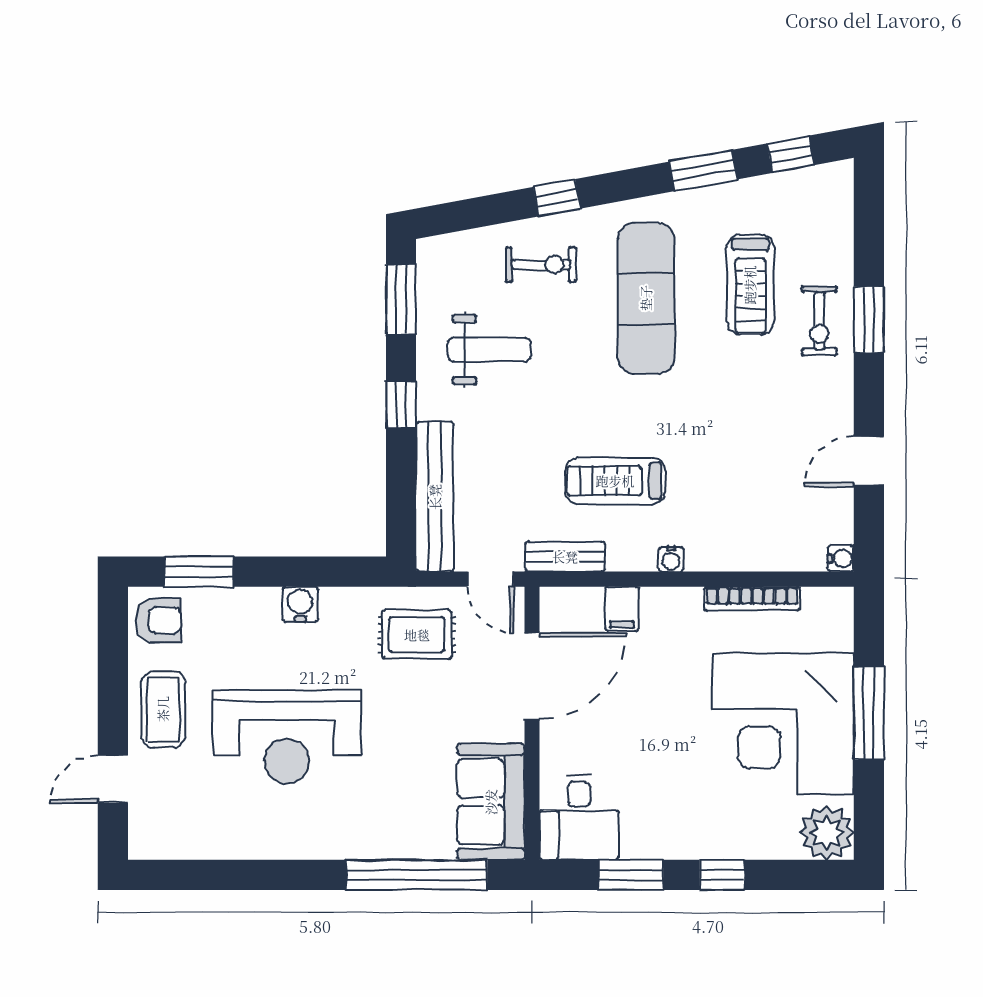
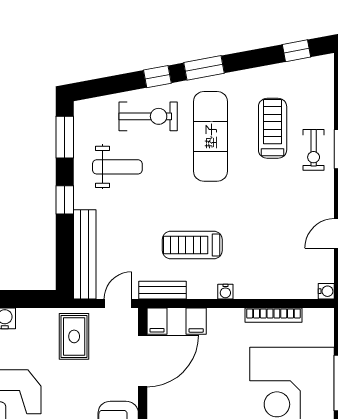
window: (703, 171) -> (204, 68), moved
exercise bike: (541, 265) -> (148, 116), width x1.38, depth x1.39
treadmill: (750, 285) -> (273, 128), turned 180
door: (490, 579) -> (118, 303), swing flipped
filing cabinet: (556, 609) -> (157, 321), added
rug: (417, 635) -> (74, 336), turned 90

